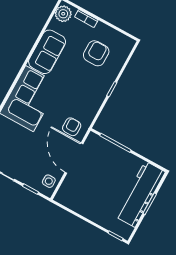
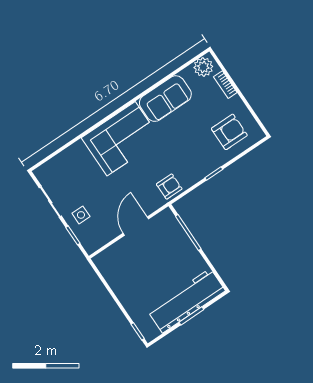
armchair: (96, 53) -> (229, 132), moved
armchair: (72, 127) -> (169, 187), moved
door: (74, 158) -> (136, 226), width x0.73
side table: (49, 181) -> (81, 215), moved

